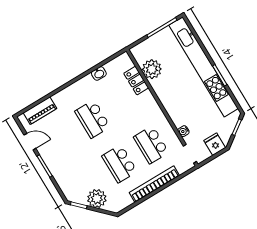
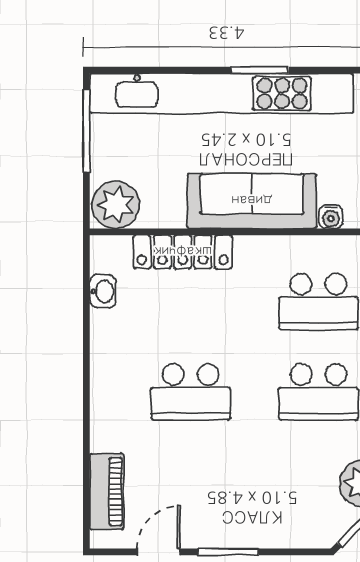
plant: (152, 69) -> (116, 205), moved
washbasin: (99, 73) -> (103, 291), moved
locker: (136, 81) -> (183, 252), width x1.53
sofa: (172, 100) -> (252, 201), added

